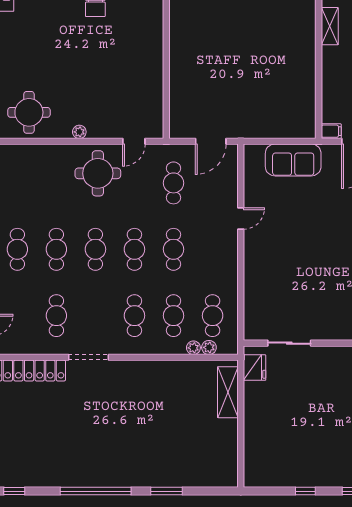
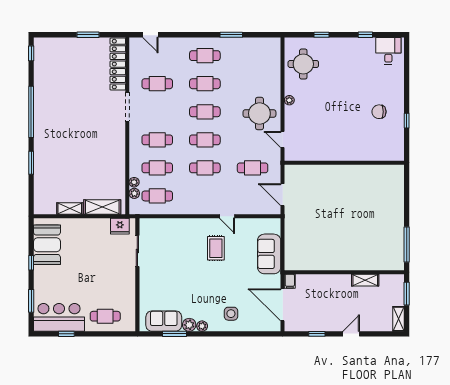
rug: (285, 234) -> (216, 248), added
shelving: (230, 437) -> (70, 208), added
booth: (280, 469) -> (47, 245), added

